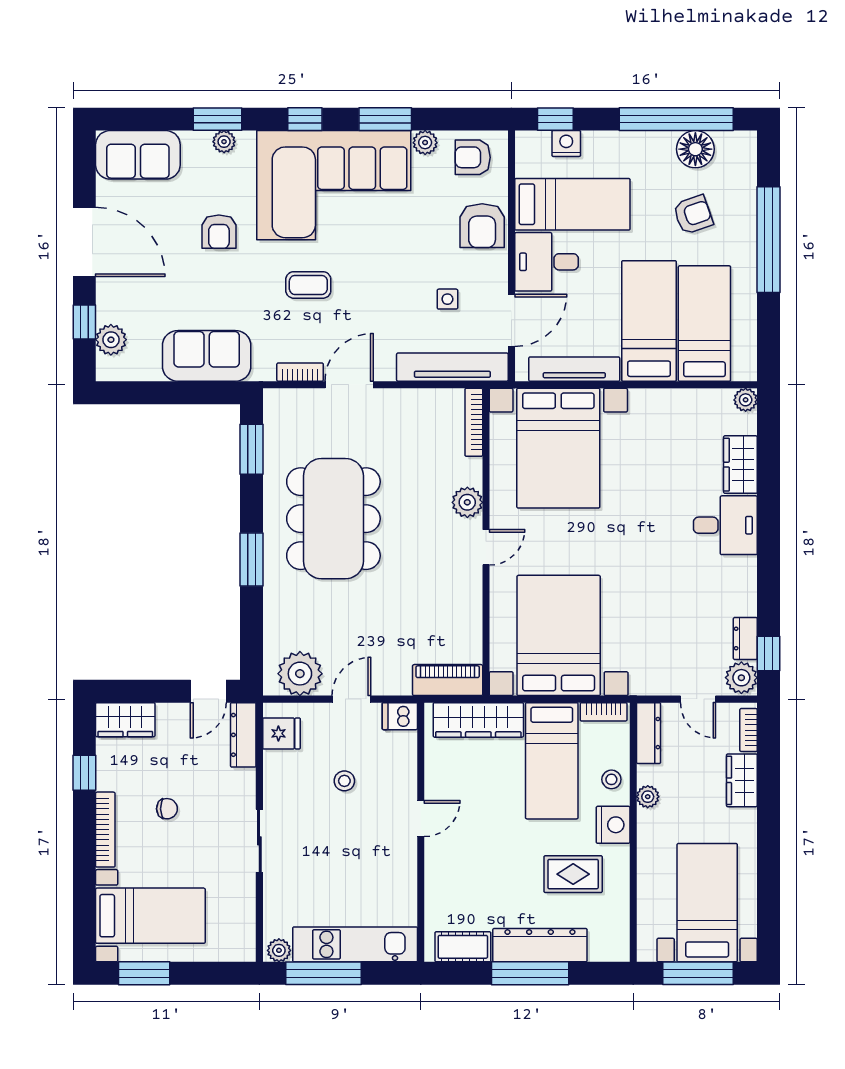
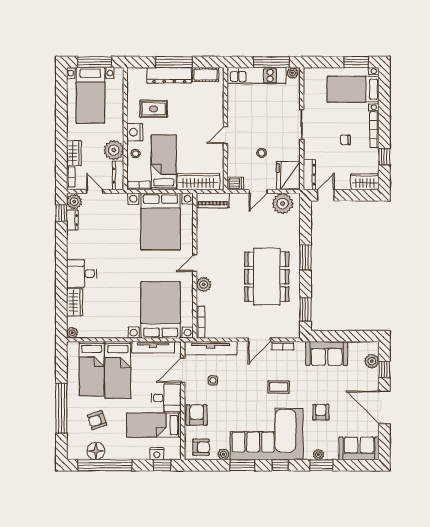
fridge: (281, 733) -> (288, 175), width x1.88, depth x1.34
plant: (648, 797) -> (114, 150), width x1.88, depth x1.88

